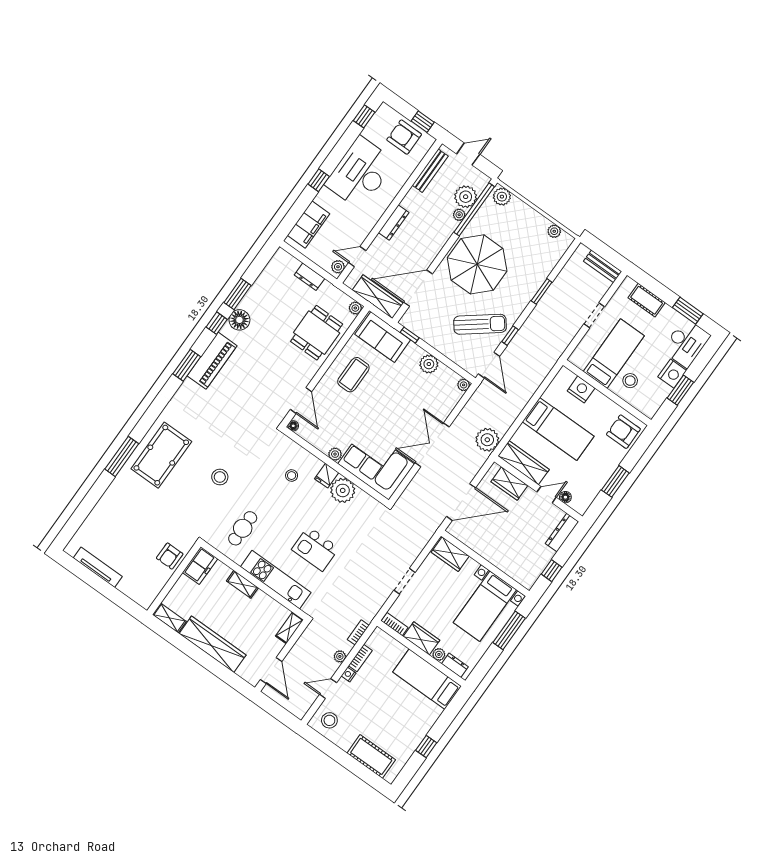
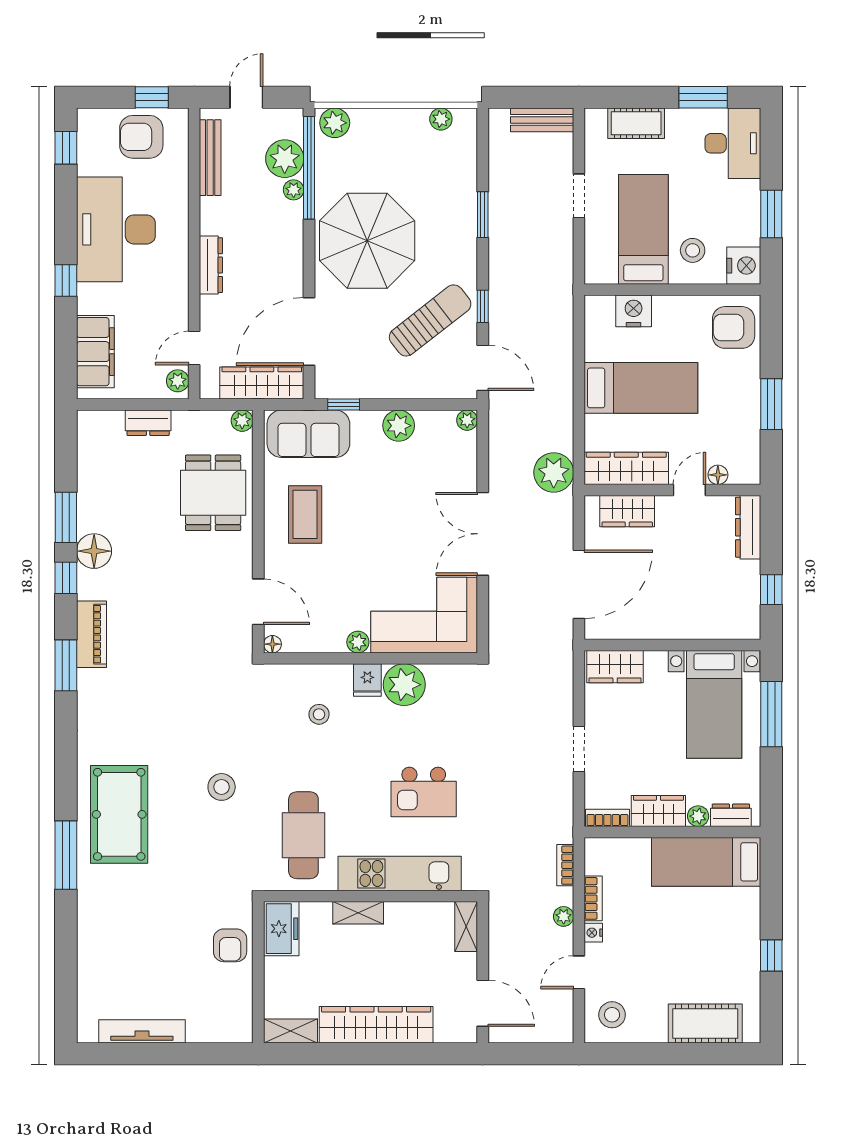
piano: (212, 361) -> (92, 634), width x0.73, depth x0.75
nightstand: (672, 374) -> (744, 266), moved
cafe table: (243, 528) -> (303, 835), width x1.37, depth x1.35

